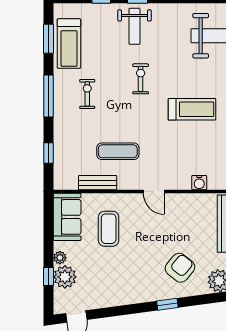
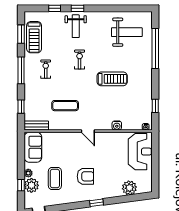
bench: (98, 183) -> (36, 125), moved
coffee table: (109, 229) -> (55, 178), moved
armchair: (180, 268) -> (85, 176), moved, turned 51

